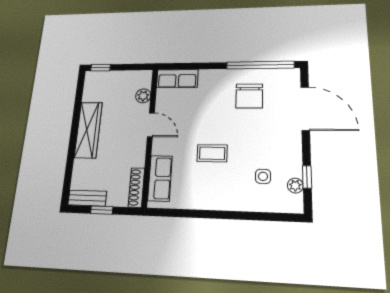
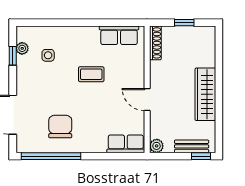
plant: (143, 96) -> (157, 146), moved
row of seats: (160, 178) -> (119, 35), moved, turned -90
bench: (87, 198) -> (192, 146), moved

